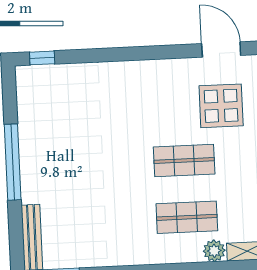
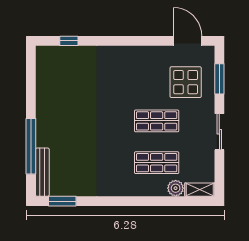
window: (42, 58) -> (69, 41), moved
window: (13, 162) -> (31, 146), moved

